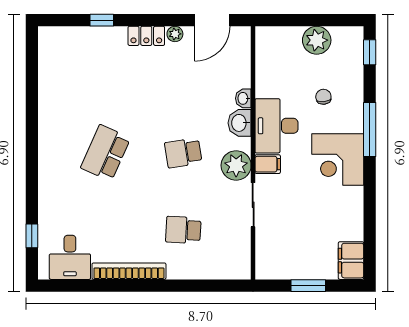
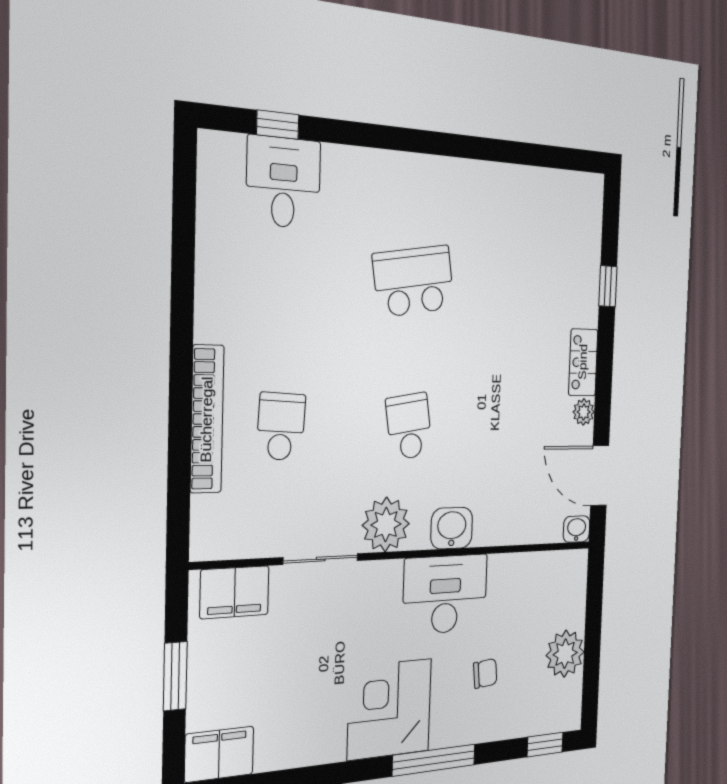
washbasin: (243, 98) -> (577, 529), moved
school desk: (106, 153) -> (414, 281), turned -33
filing cabinet: (268, 164) -> (235, 592), moved, width x2.00
desk: (70, 257) -> (283, 182), moved, turned 90
bookcase: (129, 271) -> (207, 419), moved

